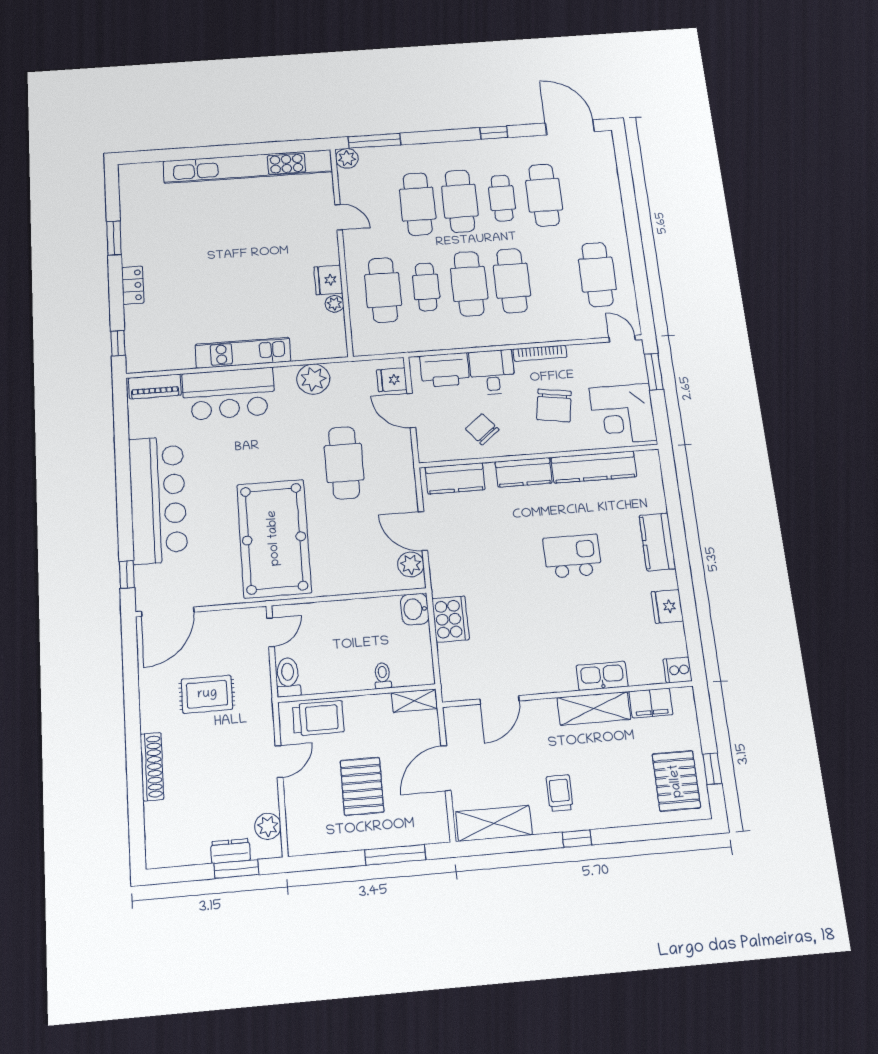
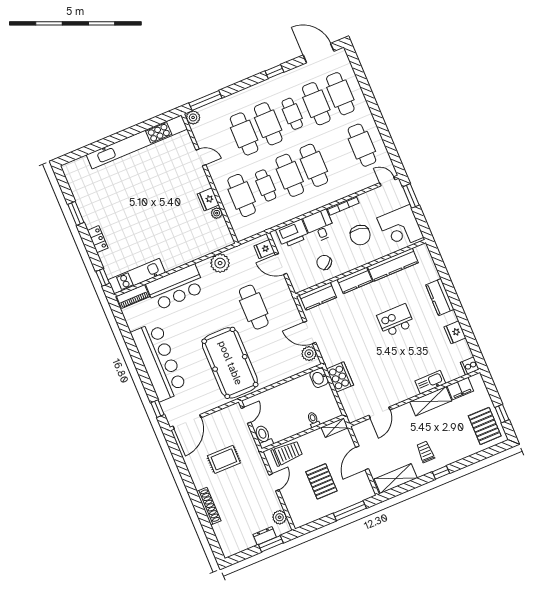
cafe table: (586, 192) -> (340, 94), added
kitchen unit: (243, 353) -> (137, 276), moved

